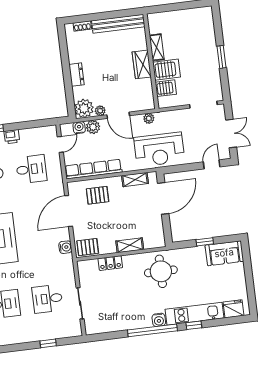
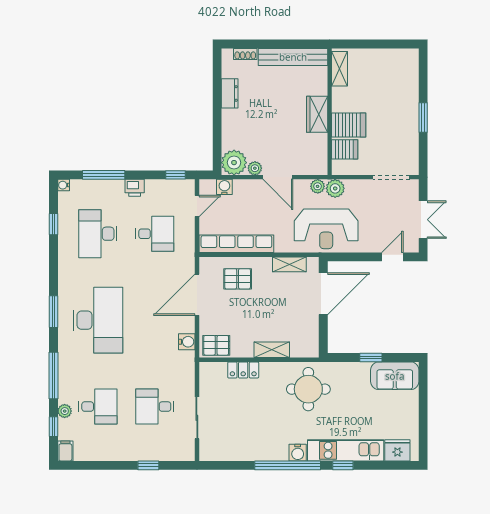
shelving: (157, 47) -> (339, 69), moved
dresser: (77, 75) -> (230, 93), moved
window: (41, 123) -> (175, 175), added
plant: (93, 127) -> (335, 188), moved

